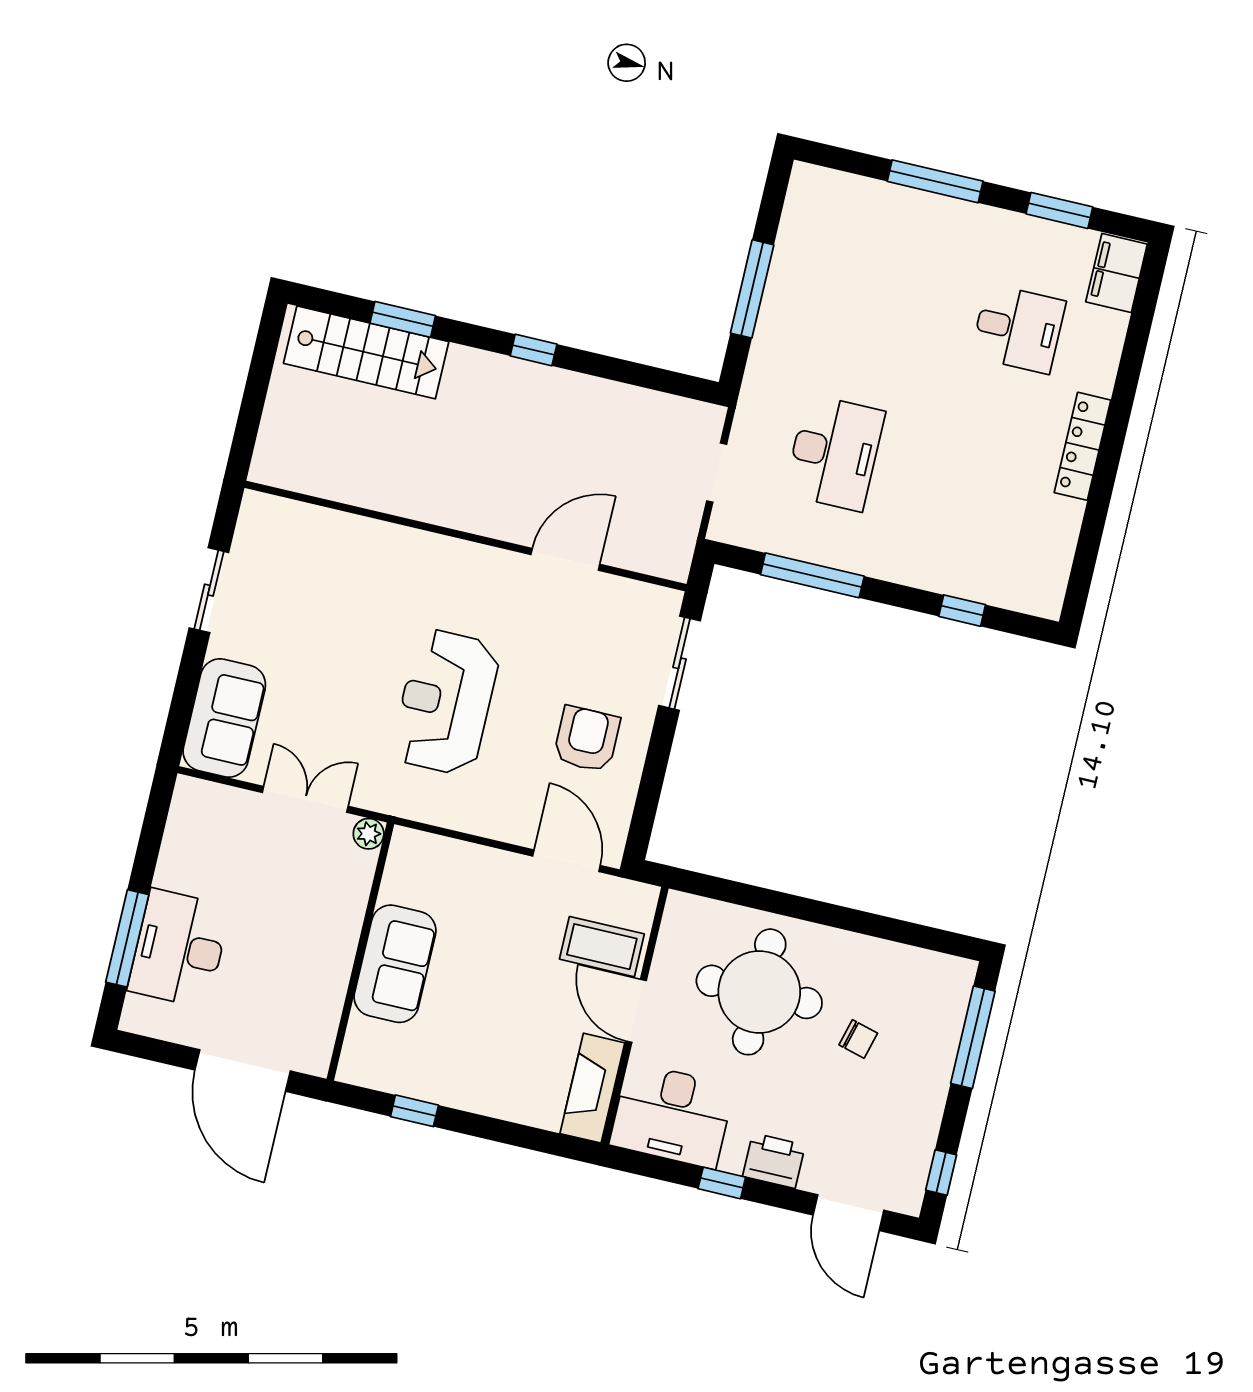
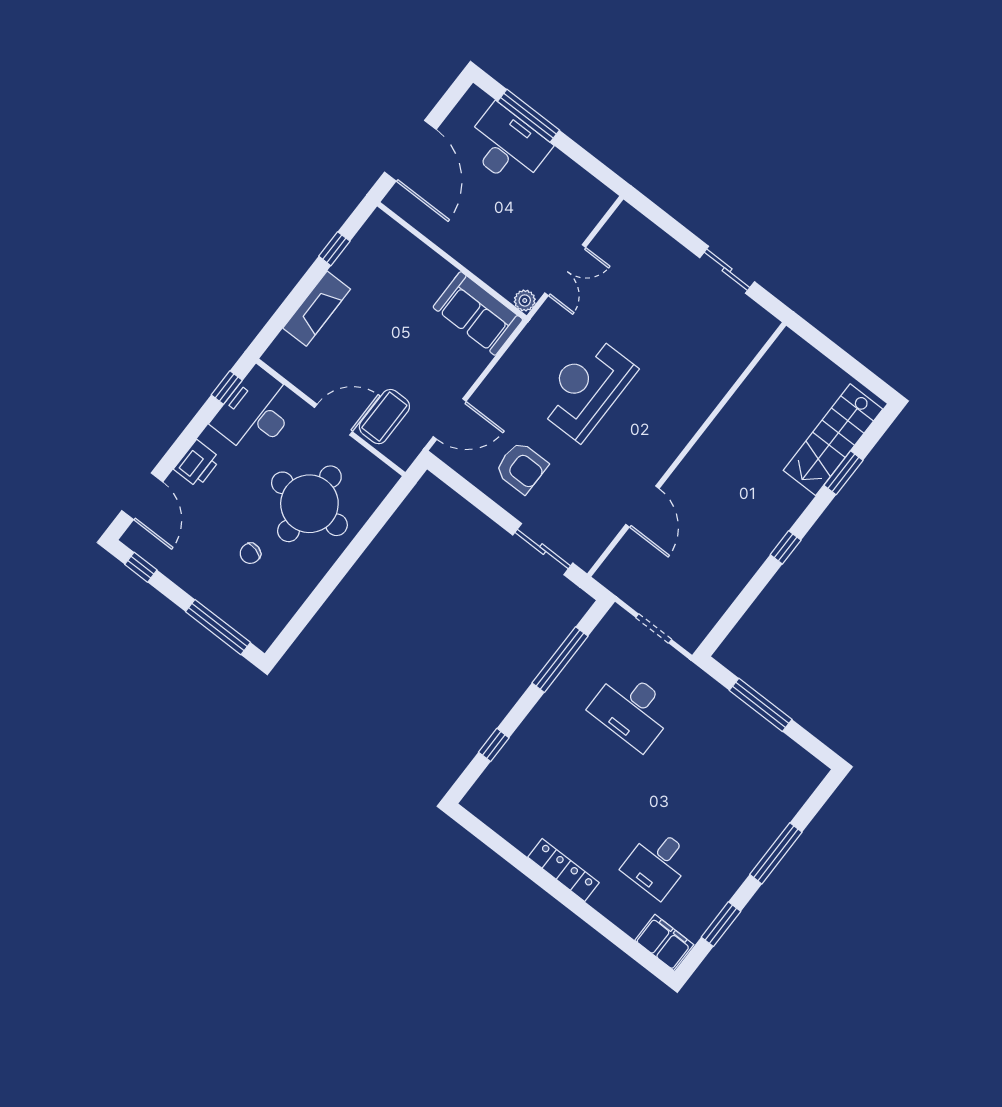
reception desk: (446, 702) -> (586, 388), turned -90
sofa: (224, 718) -> (641, 242), removed
sofa: (395, 964) -> (478, 313), moved
door: (243, 1071) -> (410, 151), swing flipped
fireplace: (592, 1088) -> (317, 309), moved, turned 90
window: (722, 1183) -> (227, 387), moved
door: (848, 1213) -> (142, 496), swing flipped

